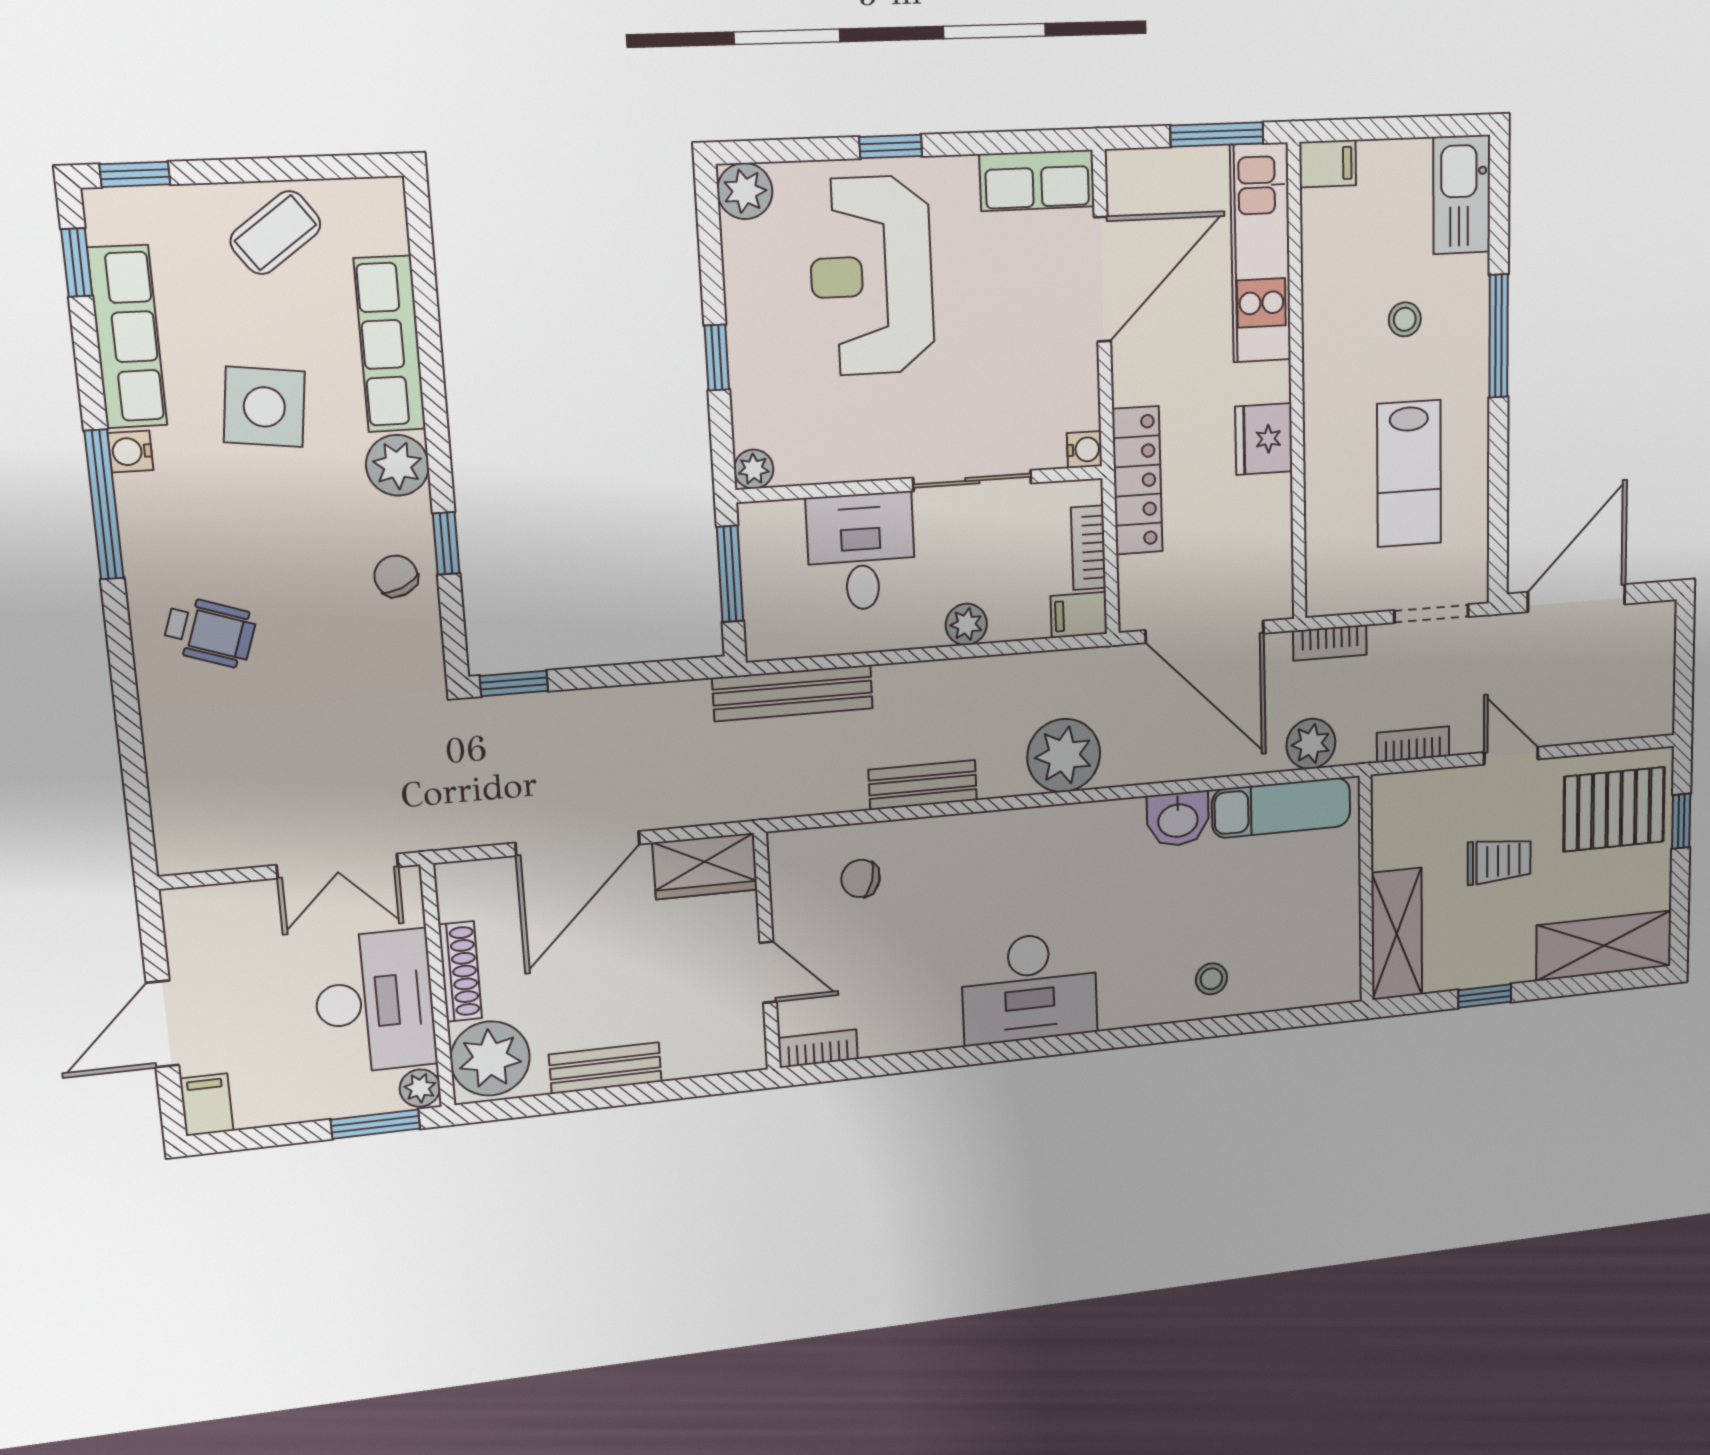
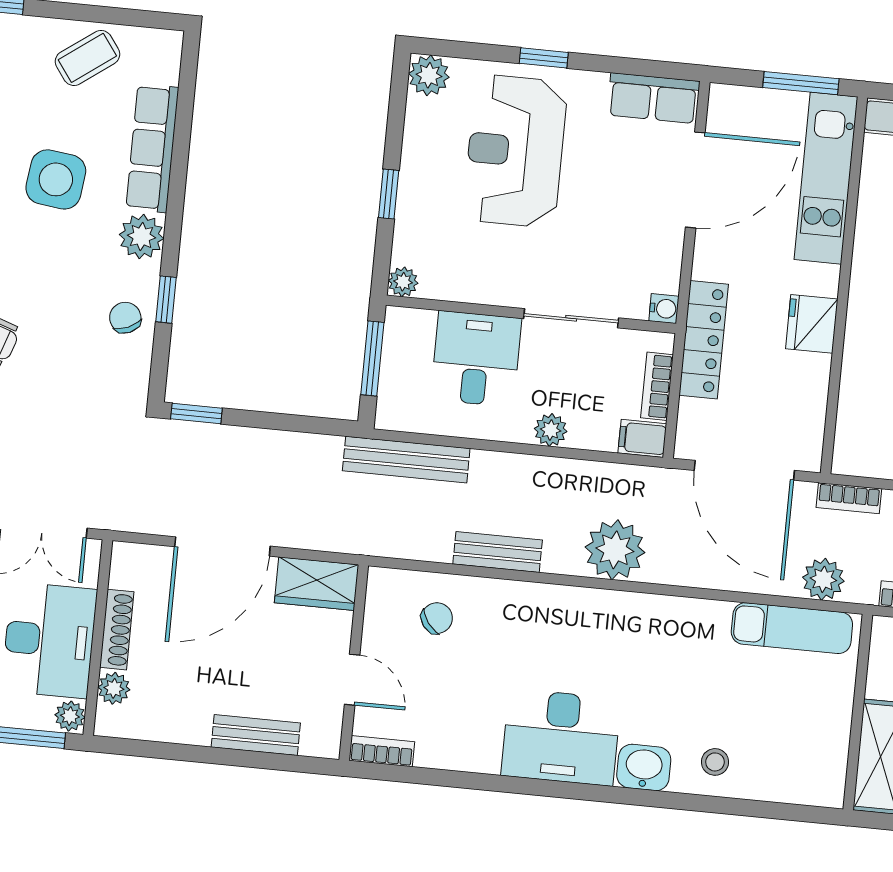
washbasin: (1178, 819) -> (644, 767), moved, turned 180
chair: (861, 878) -> (437, 618), turned 128
plant: (490, 1059) -> (114, 688), width x0.53, depth x0.53
bench: (605, 1068) -> (256, 735), moved

